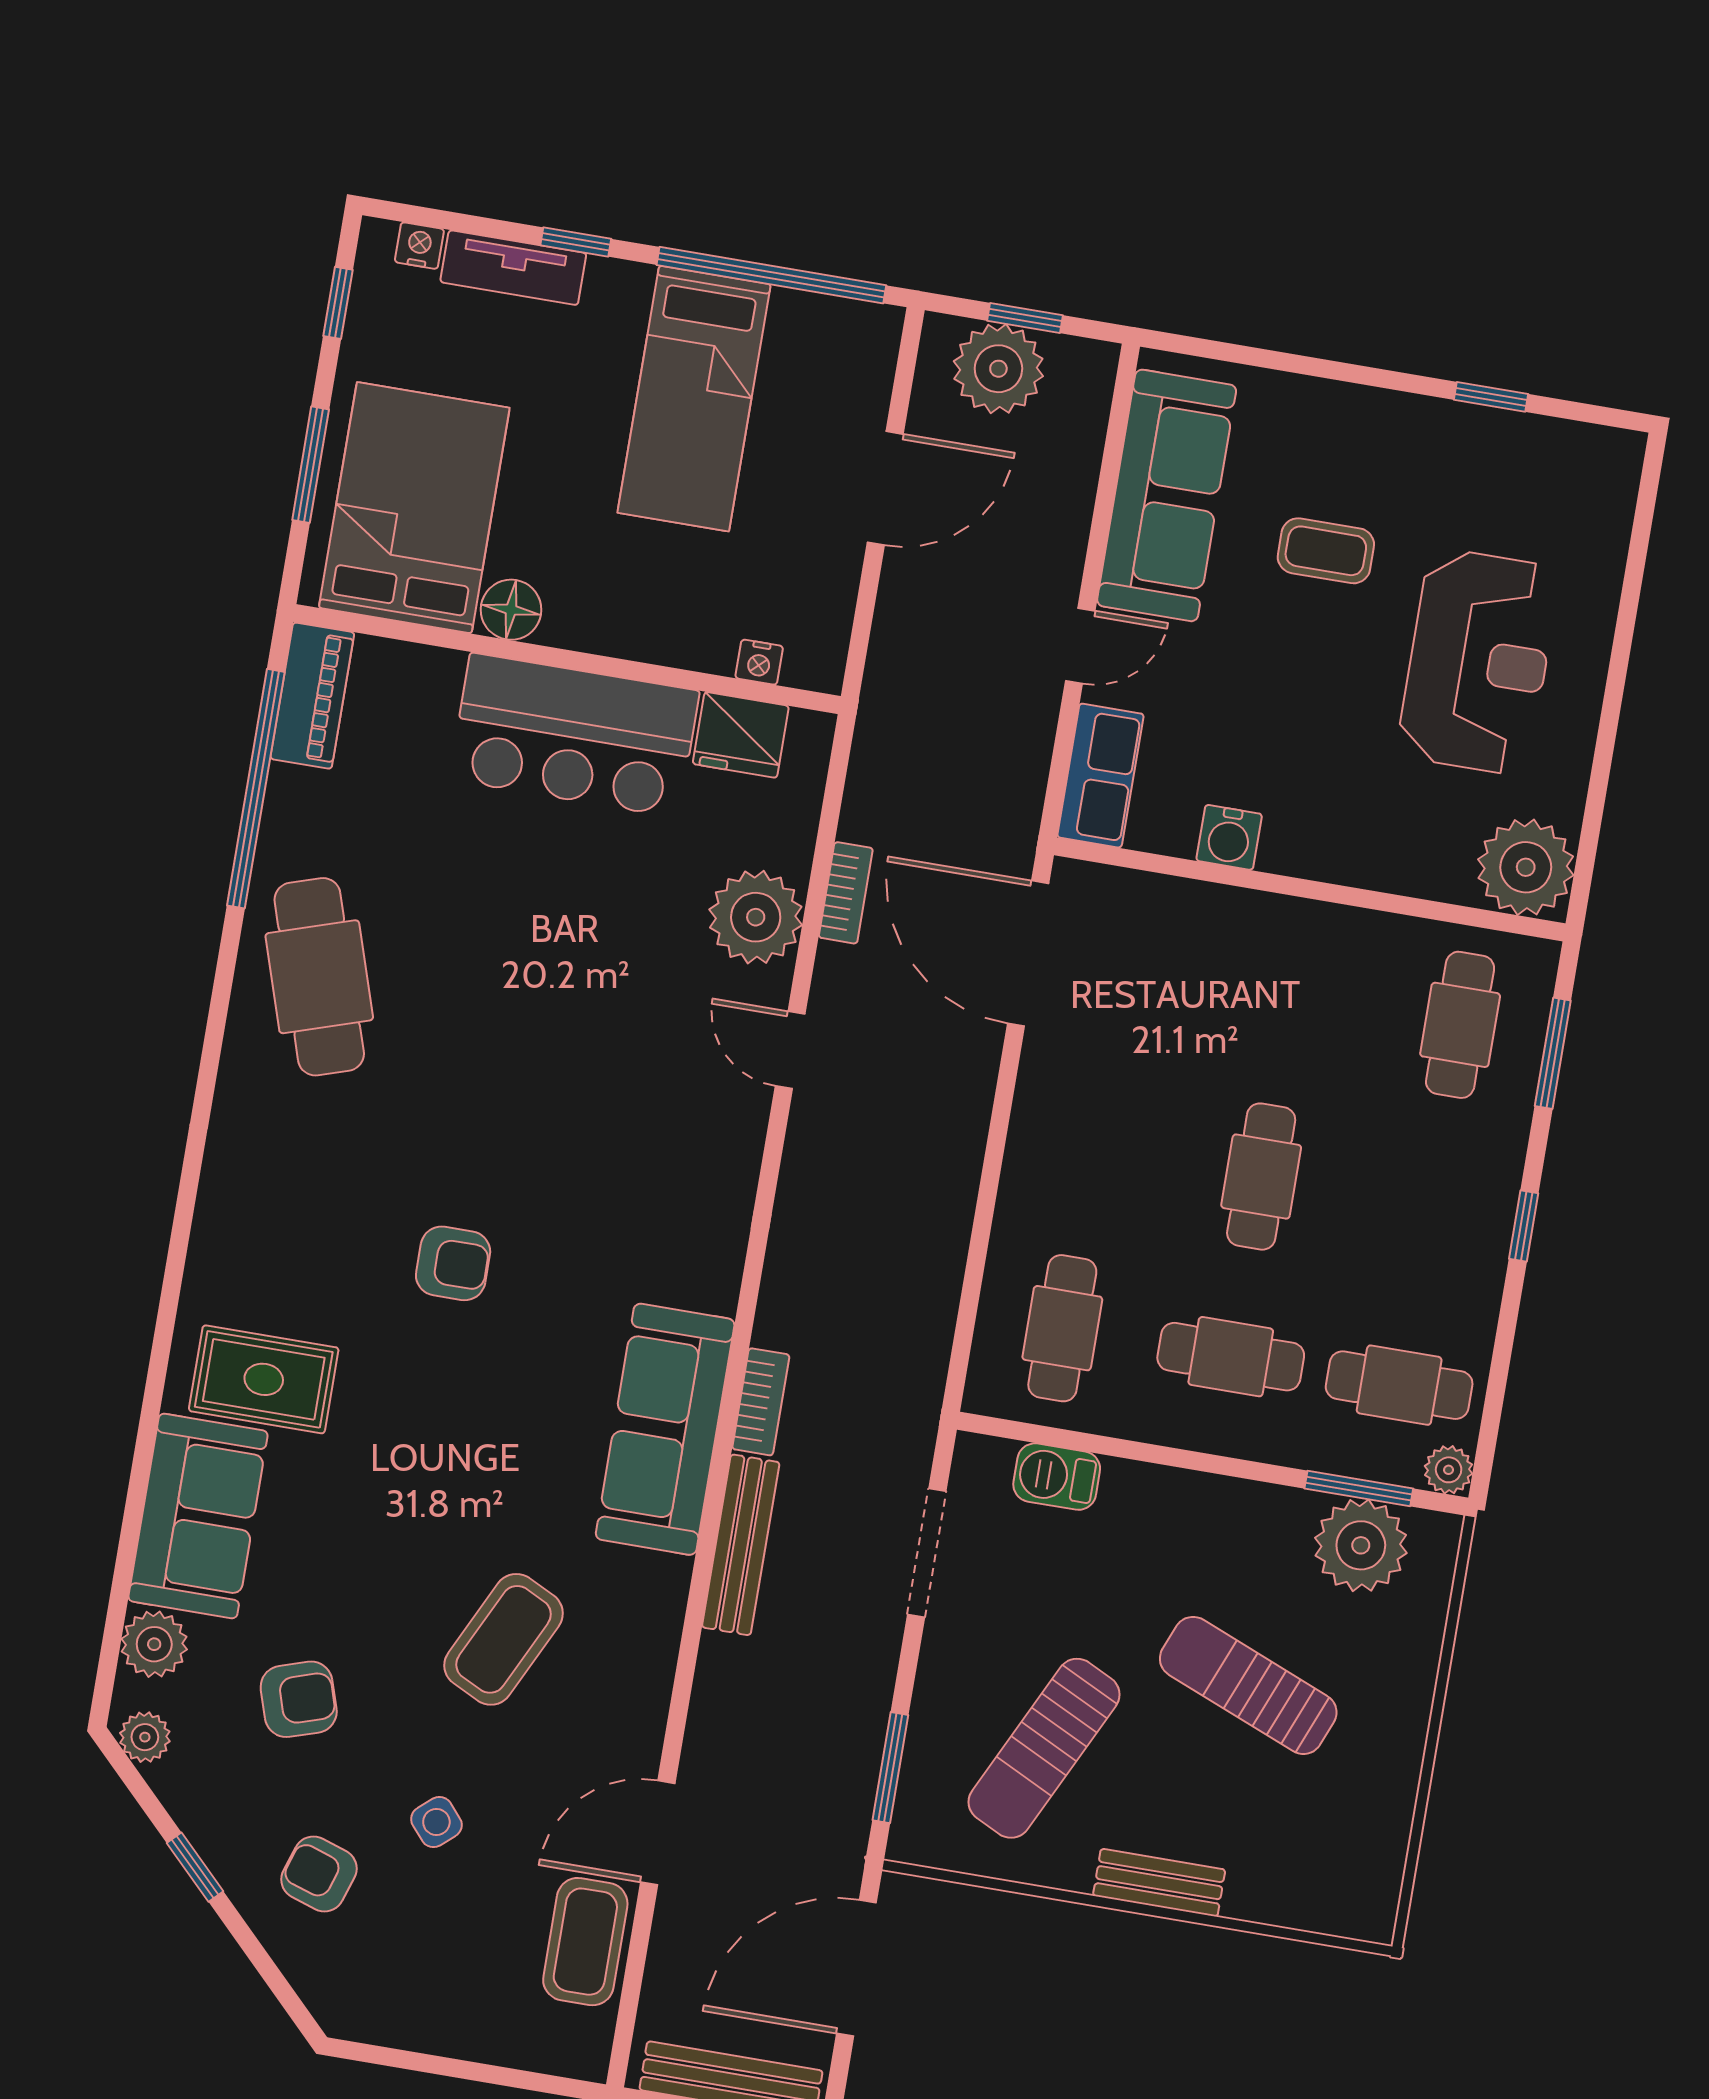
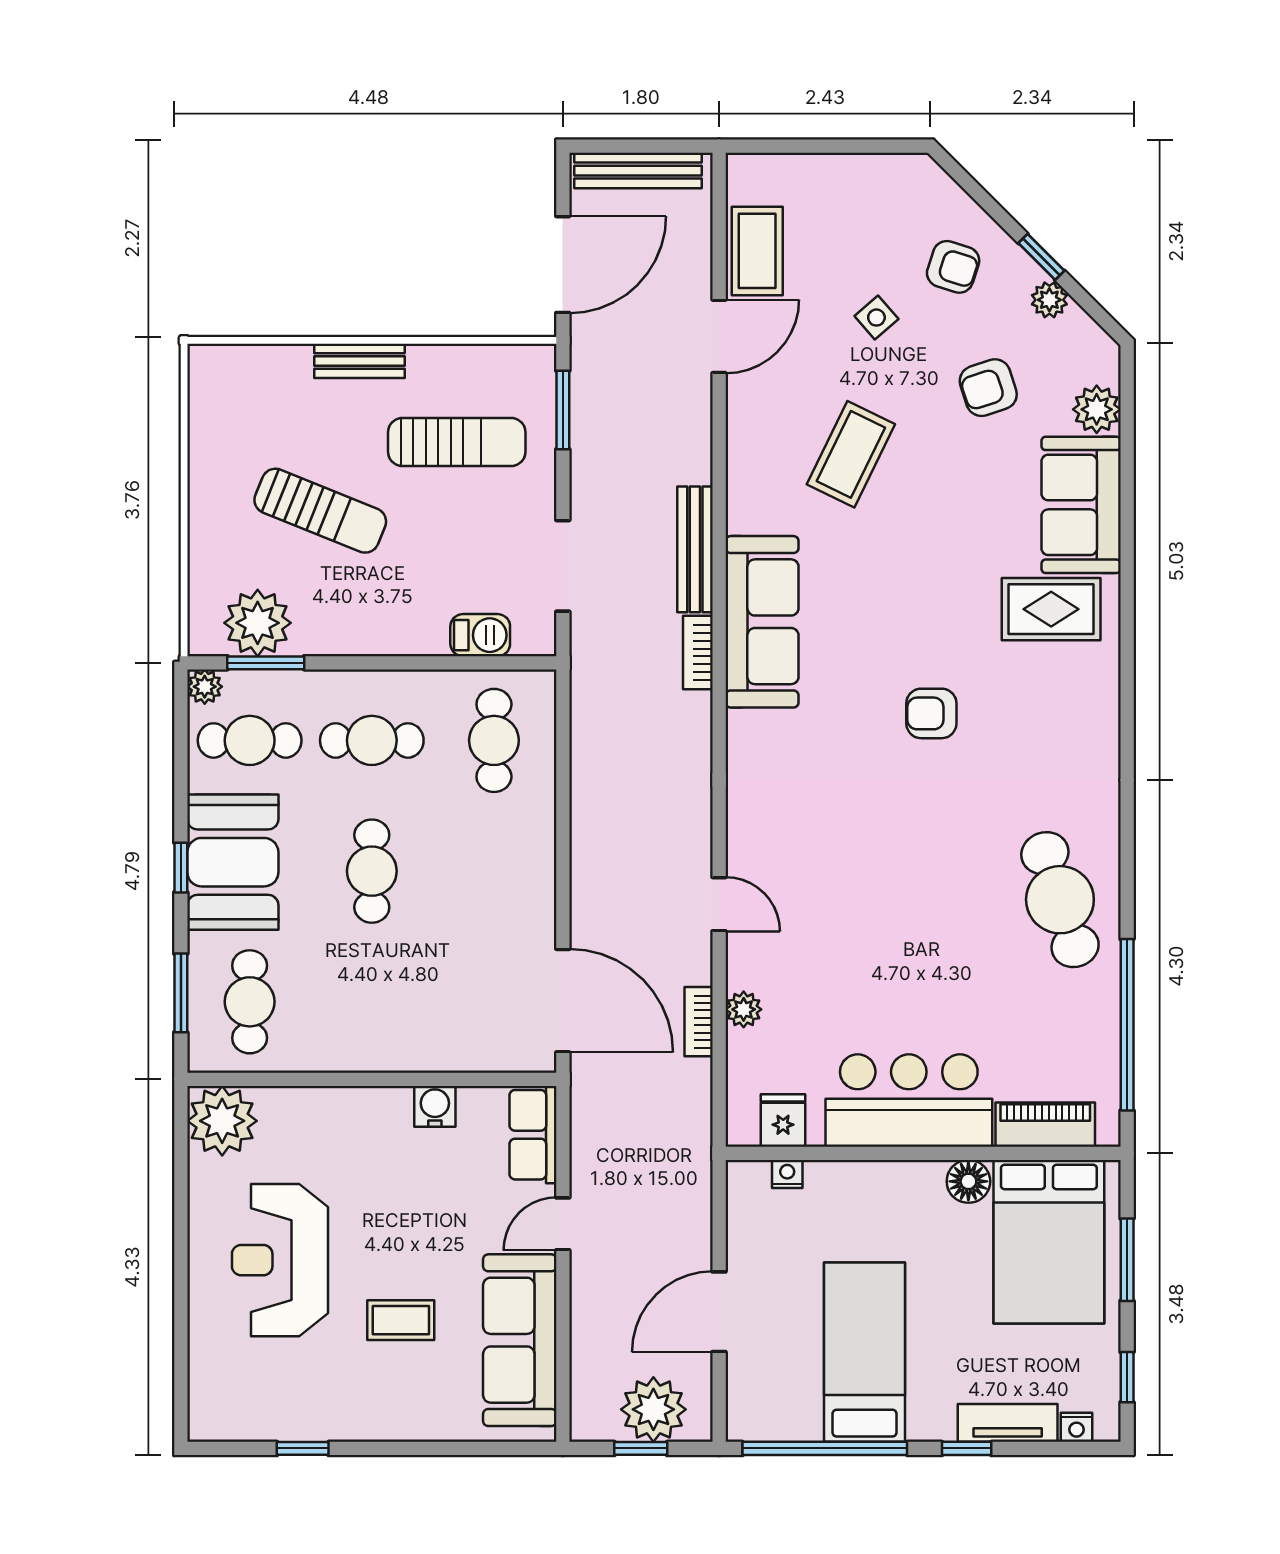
piano: (312, 696) -> (1045, 1125), moved, turned 90
fridge: (741, 735) -> (783, 1120), width x0.72
plant: (756, 917) -> (744, 1009), width x0.53, depth x0.53
booth: (1451, 1221) -> (233, 862), added
plant: (145, 1737) -> (1049, 300), moved
sun lounger: (1044, 1748) -> (457, 442), turned 64

